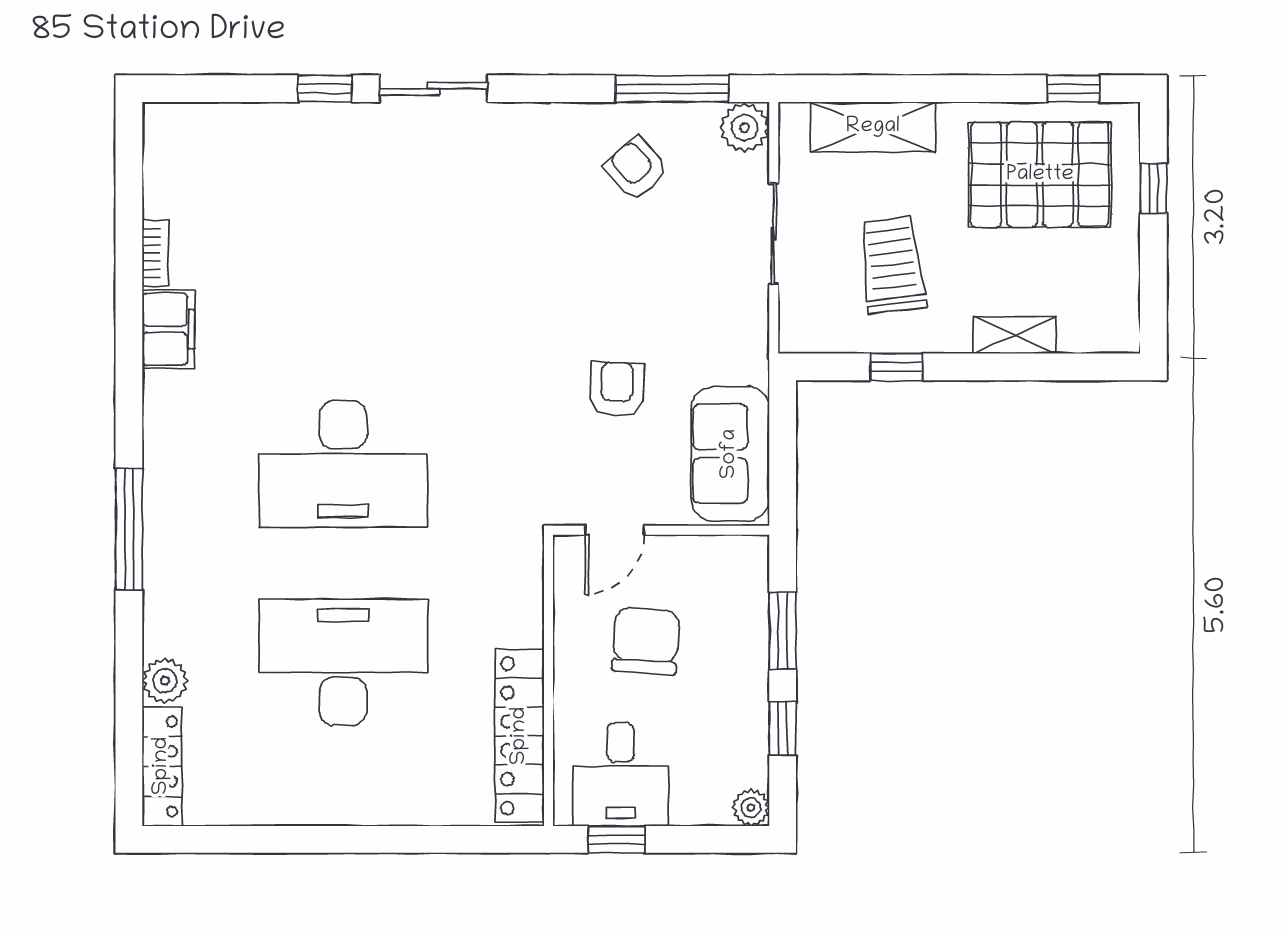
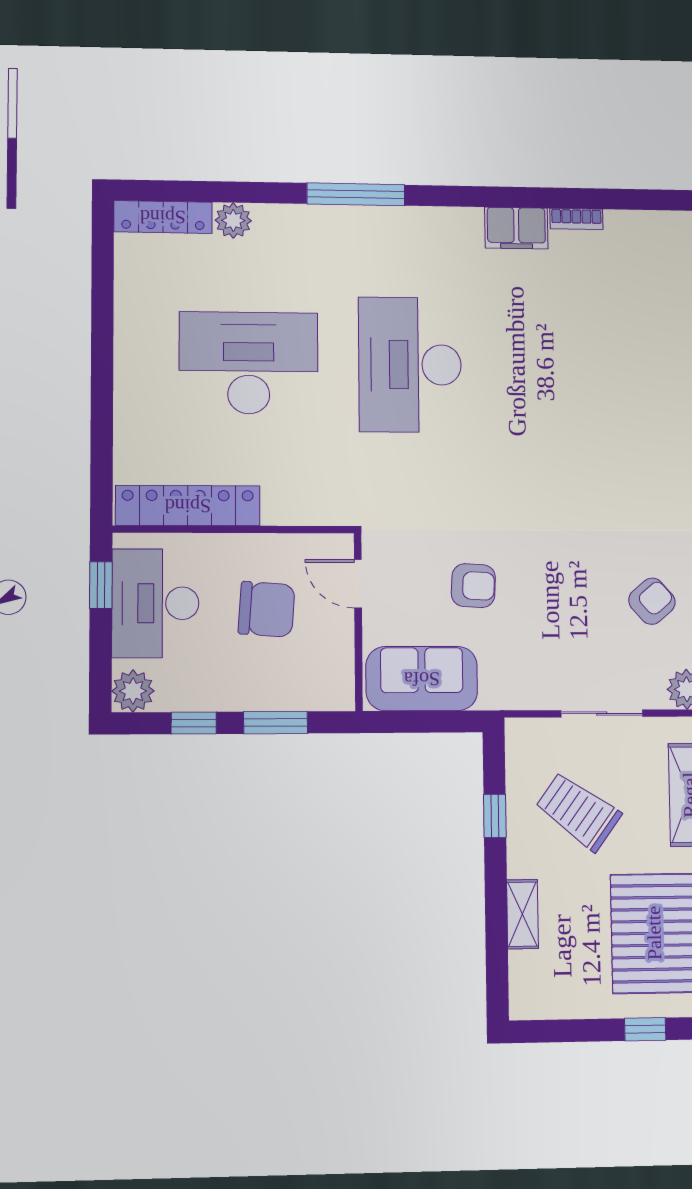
trolley: (892, 265) -> (578, 811), turned -137
desk: (343, 662) -> (249, 363), turned -90
desk: (621, 774) -> (155, 603), width x1.37
plant: (751, 808) -> (133, 691), width x1.38, depth x1.38

